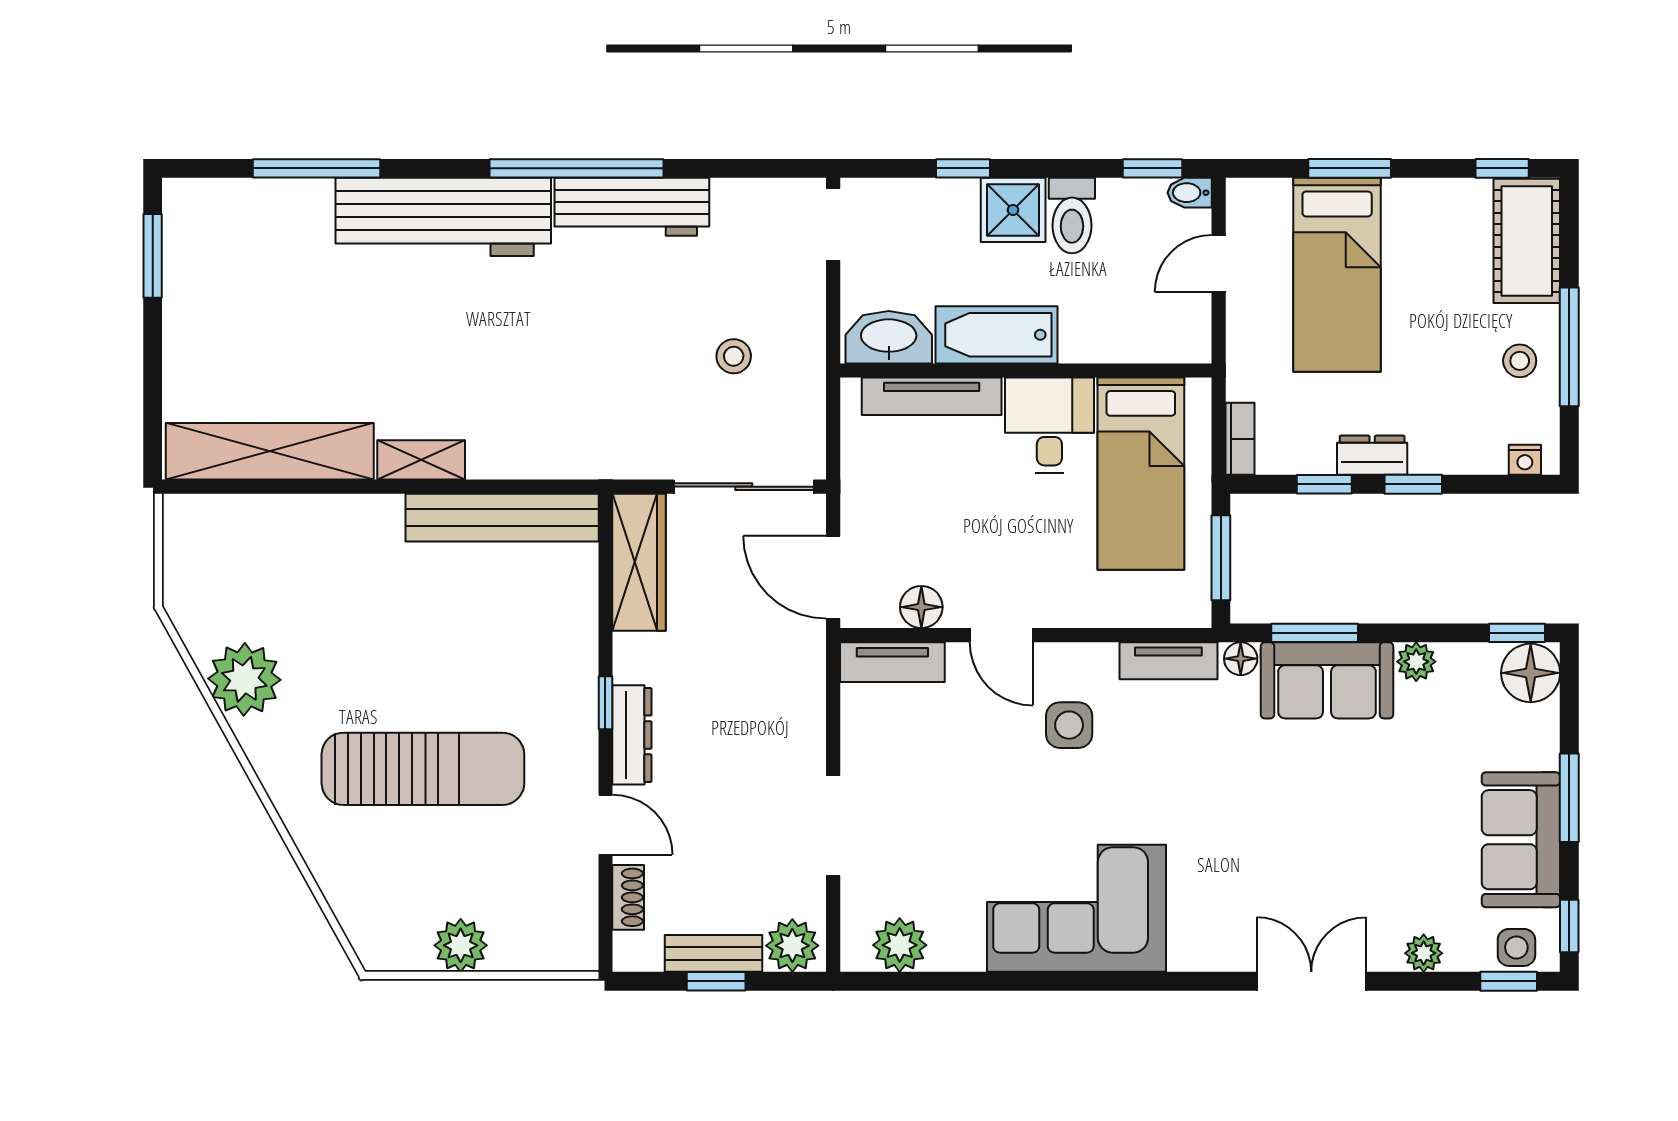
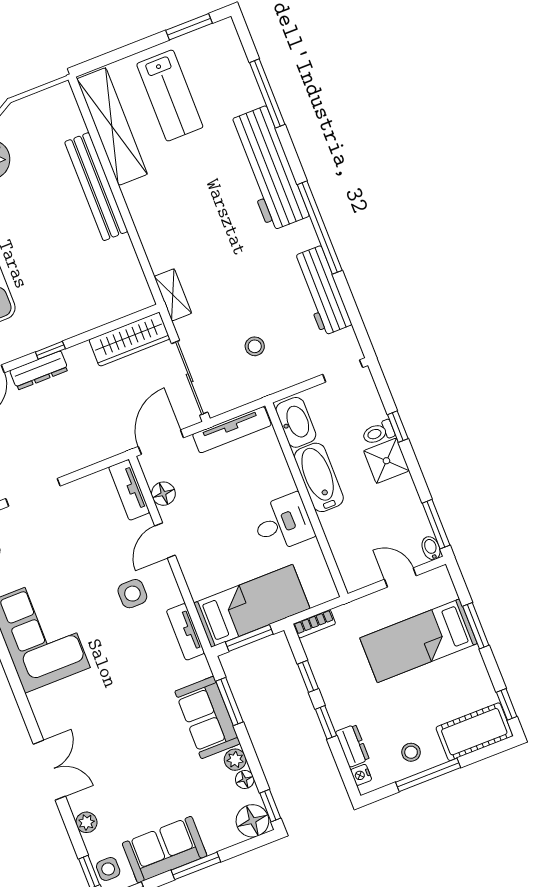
window: (1152, 168) -> (436, 524), width x1.50
workbench: (632, 207) -> (322, 291), moved
toilet: (1072, 216) -> (378, 433), moved, width x0.73, depth x0.72
lab bench: (256, 334) -> (170, 96), added
tv unit: (932, 396) -> (232, 430), moved, turned -90
dresser: (1372, 455) -> (352, 746), moved
shelving: (421, 460) -> (173, 295), moved
bed: (1141, 474) -> (252, 606), moved, turned 180
bench: (502, 518) -> (96, 187), moved
floor lamp: (1241, 659) -> (245, 780), moved

